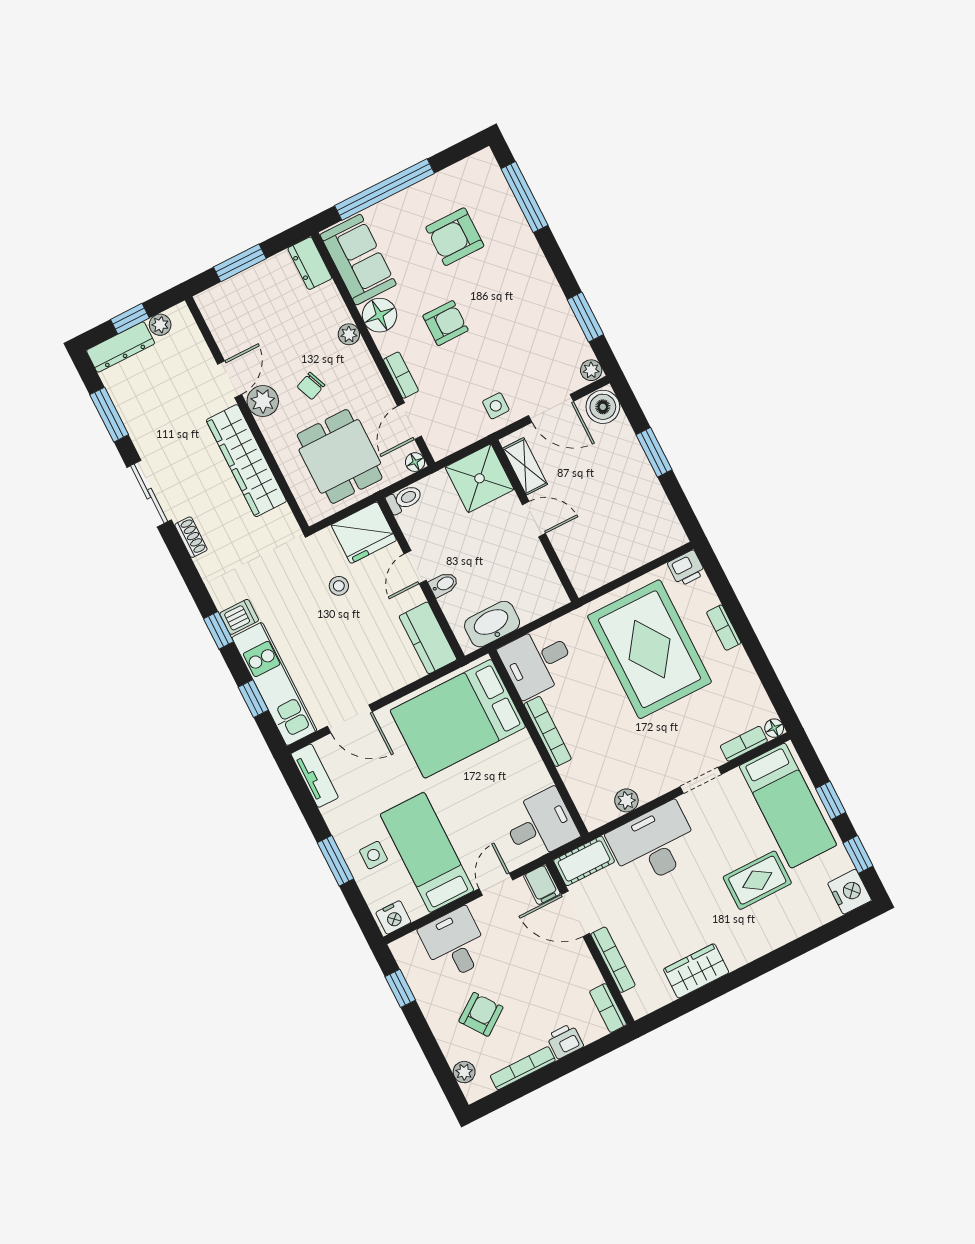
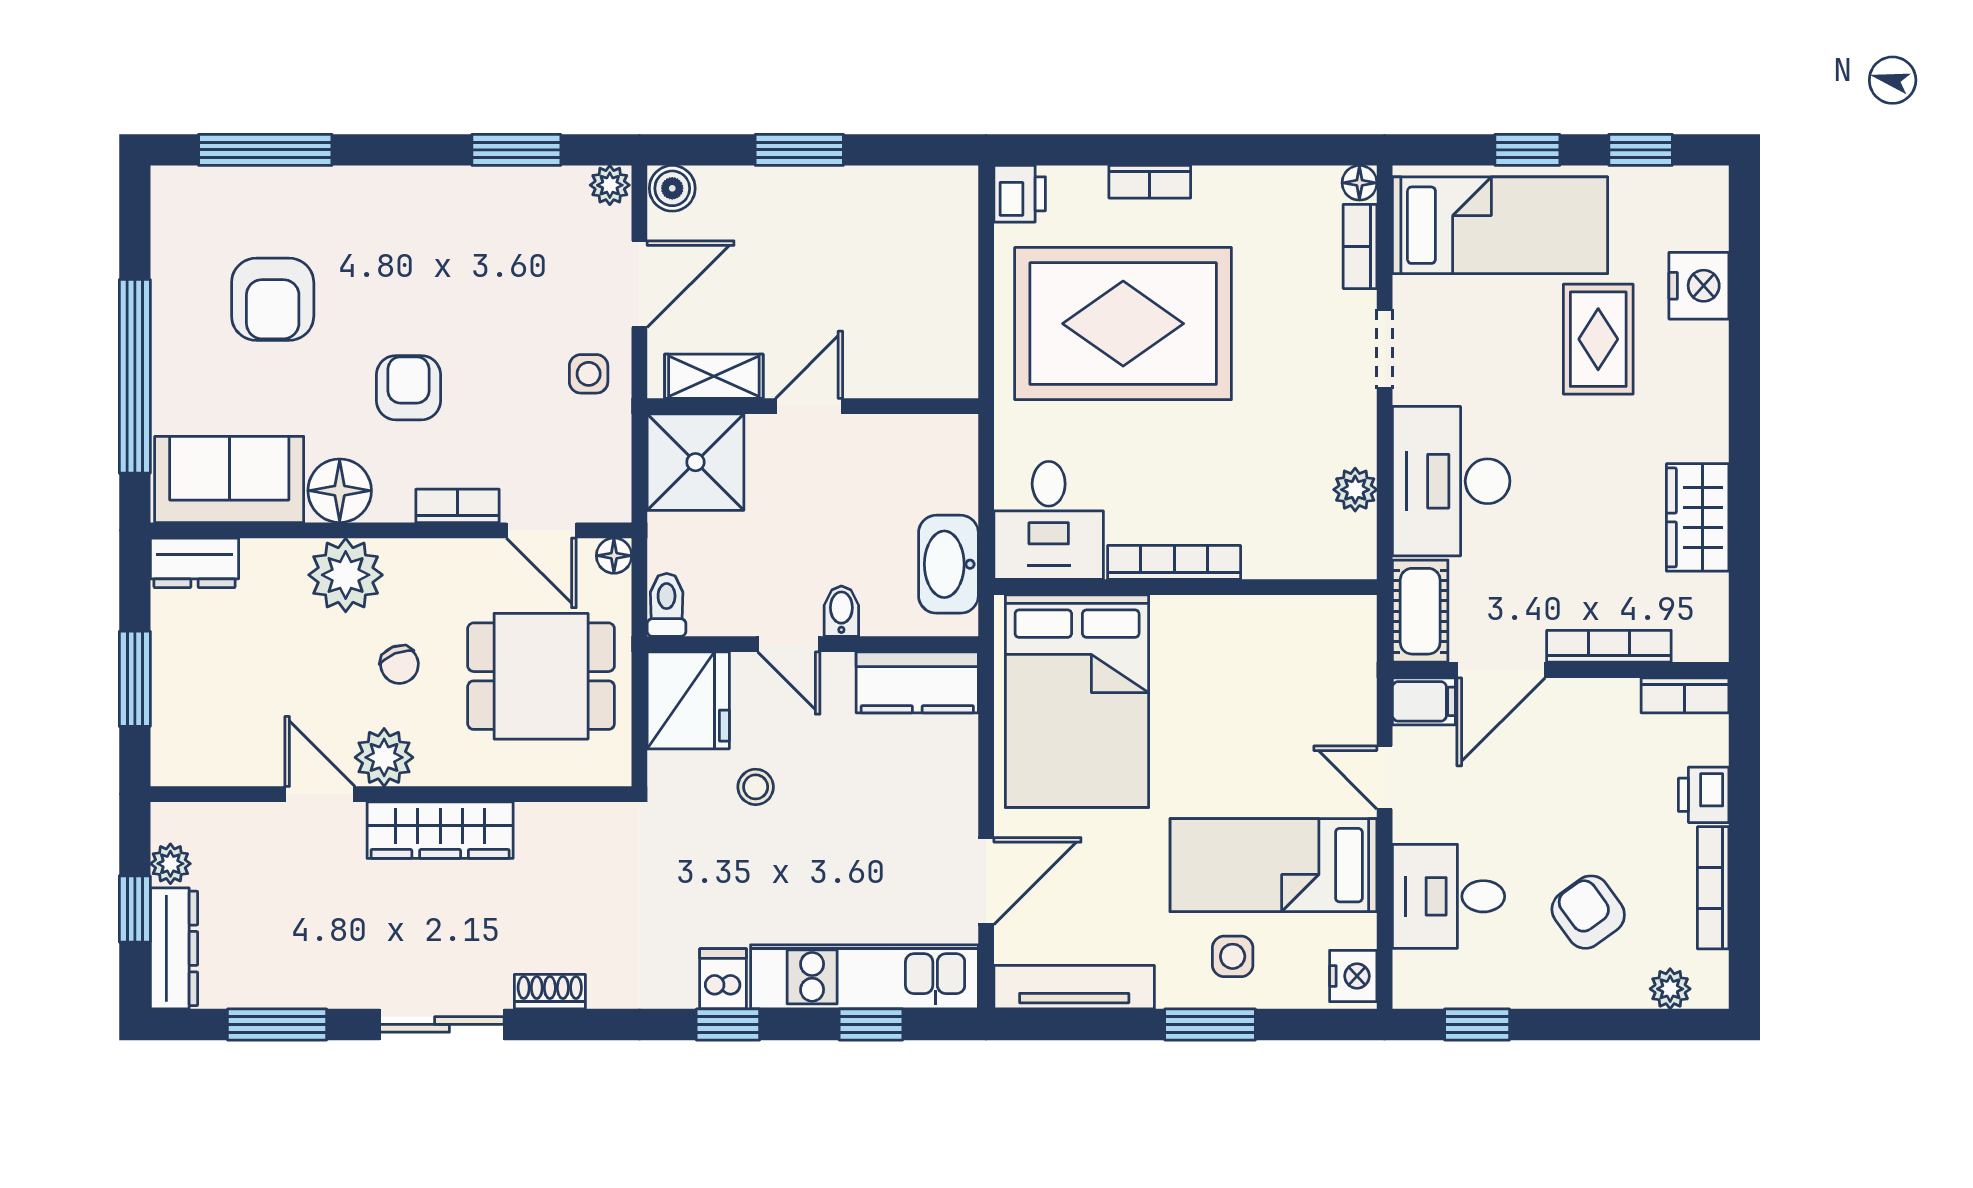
plant: (349, 334) -> (346, 575), width x1.87, depth x1.87
boiler: (603, 407) -> (672, 188), width x0.73, depth x0.73
wardrobe: (246, 461) -> (440, 830), width x0.71, depth x0.85
tv unit: (315, 776) -> (1074, 987), width x1.41
desk: (540, 825) -> (1323, 653), removed
nightstand: (850, 892) -> (1699, 286), moved, turned 90

